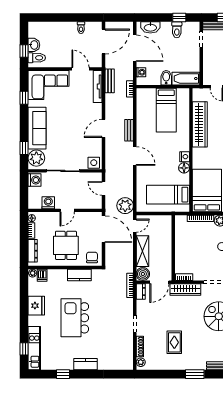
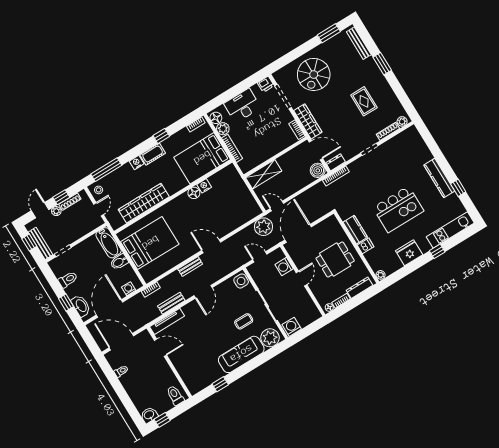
window: (179, 17) -> (66, 303), moved
washbasin: (34, 45) -> (149, 415), moved
window: (24, 51) -> (162, 420), moved
door: (80, 69) -> (160, 348), swing flipped
bench: (110, 81) -> (171, 303), moved
corner sofa: (49, 85) -> (194, 369), removed
bed: (166, 110) -> (150, 243), width x1.50
door: (104, 128) -> (203, 292), hinge flipped
coffee table: (61, 146) -> (244, 321), added
window: (24, 148) -> (268, 355), removed
door: (135, 156) -> (211, 246), hinge flipped
nightstand: (185, 157) -> (204, 186), moved
door: (104, 188) -> (260, 257), swing flipped
bed: (168, 195) -> (228, 193), removed
washing machine: (48, 203) -> (284, 267), moved
door: (67, 210) -> (301, 279), hinge flipped
shelving: (142, 251) -> (264, 174), moved
chair: (92, 257) -> (331, 228), removed
dishwasher: (42, 275) -> (365, 246), moved
rug: (174, 342) -> (364, 101), turned 90
window: (24, 349) -> (437, 251), moved
kitchen counter: (85, 364) -> (439, 178), width x1.50

